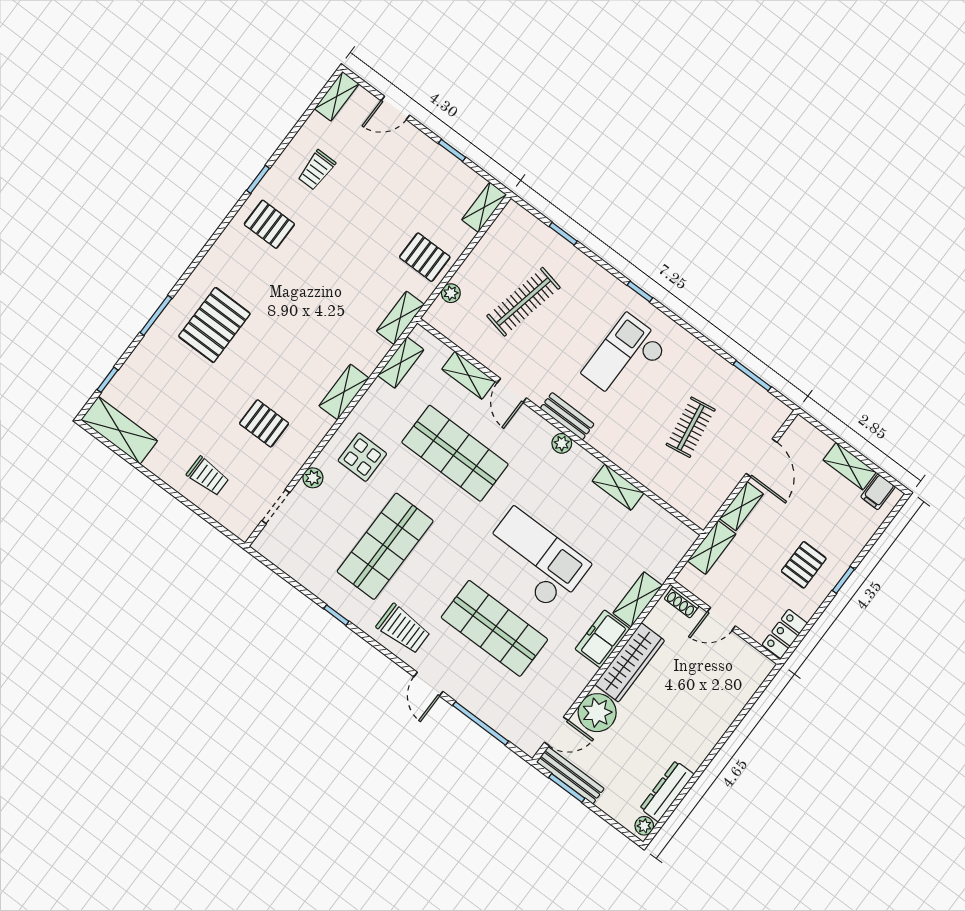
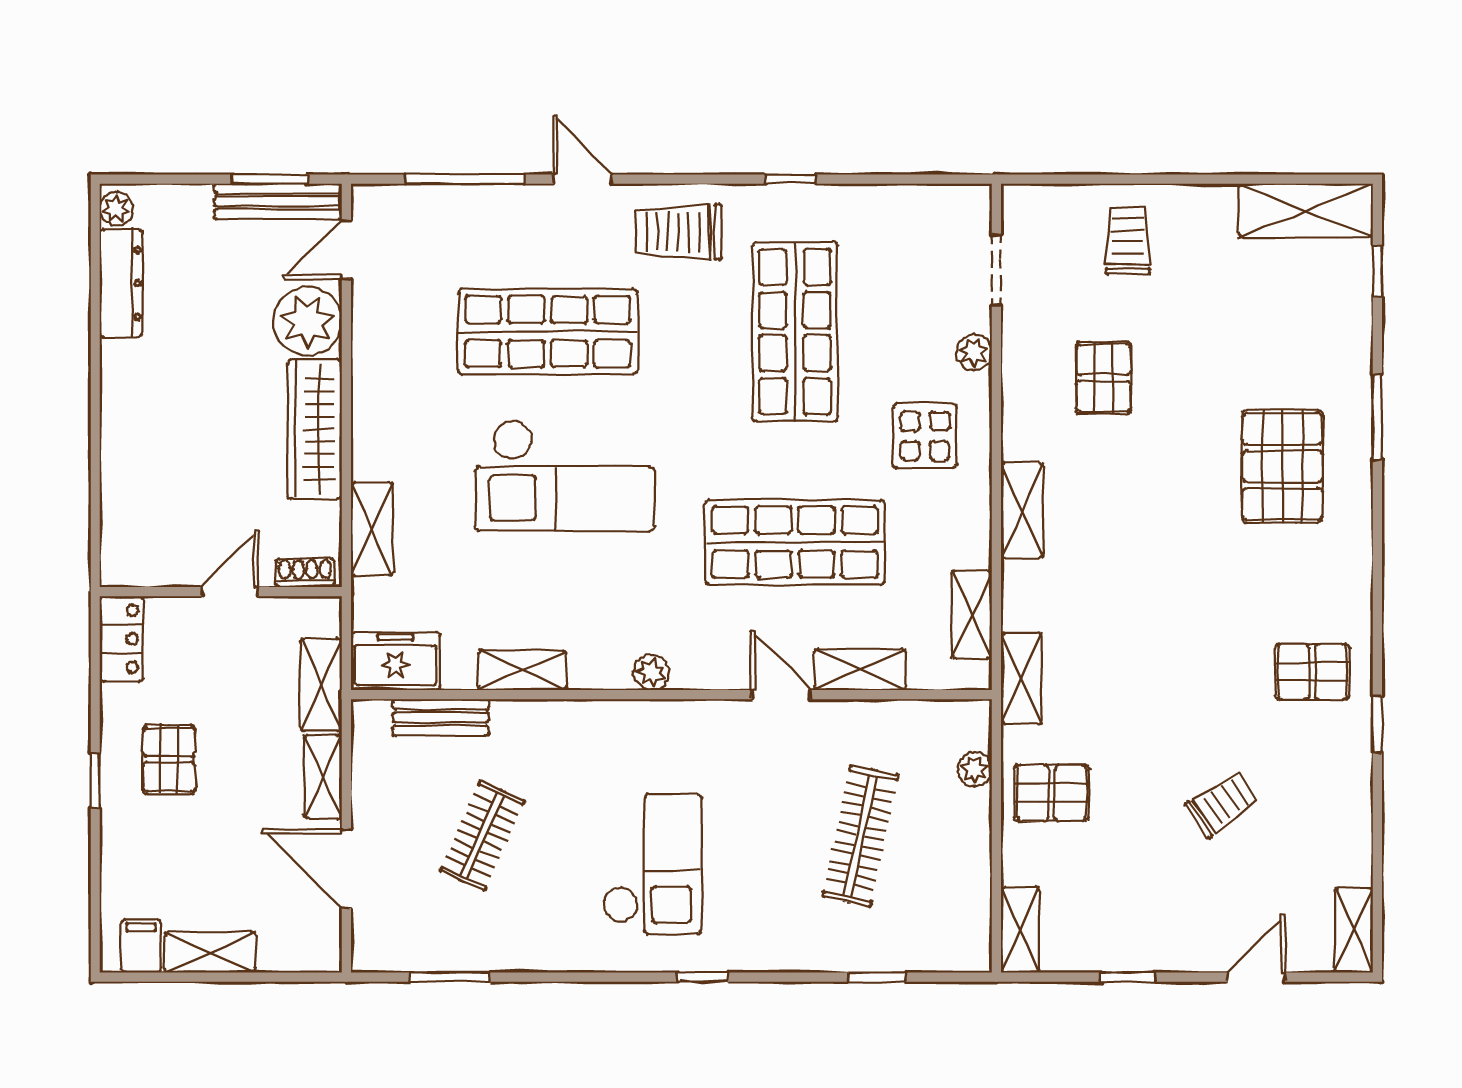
trolley: (317, 170) -> (1223, 804), moved, turned 56
bench: (567, 416) -> (441, 717), moved
pallet: (264, 423) -> (1104, 378), turned 90
clothes rail: (691, 427) -> (482, 836), turned 33
trolley: (208, 476) -> (1128, 240), turned 90
freezer: (602, 639) -> (396, 661), moved, turned -90

